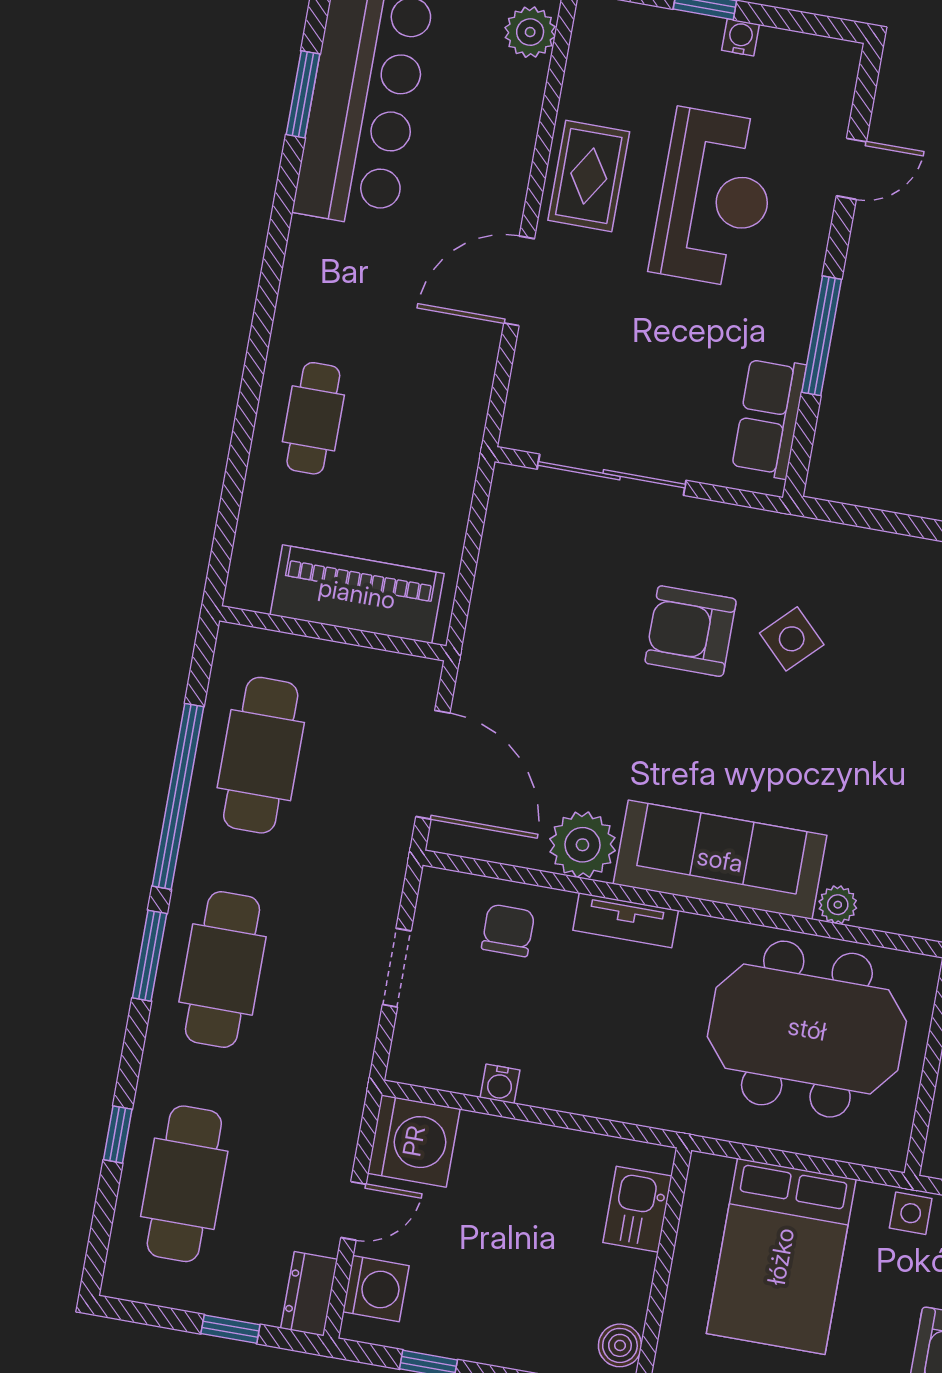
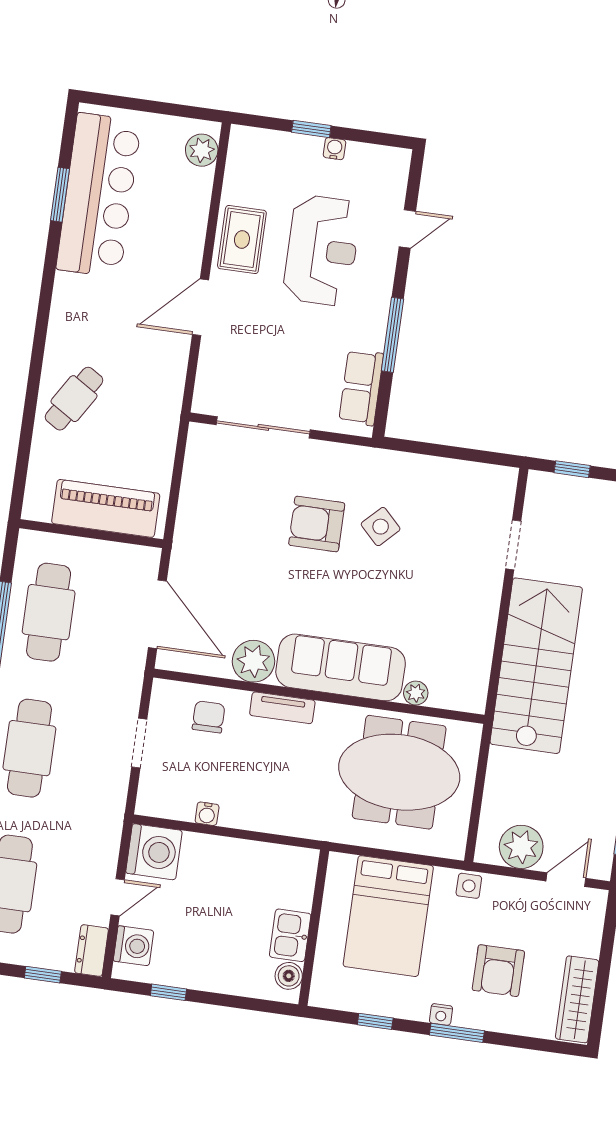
cafe table: (313, 418) -> (74, 399), turned 32
kitchen sink: (637, 1209) -> (290, 935), moved

